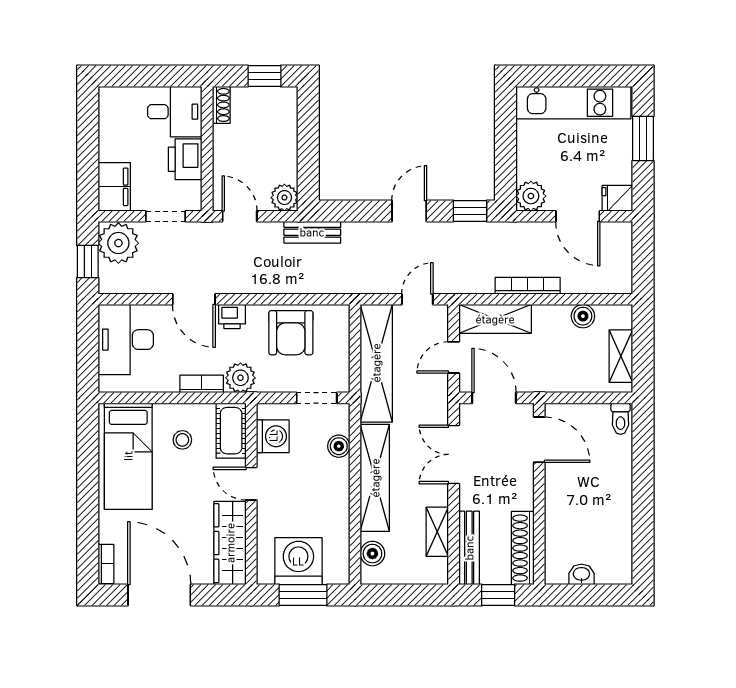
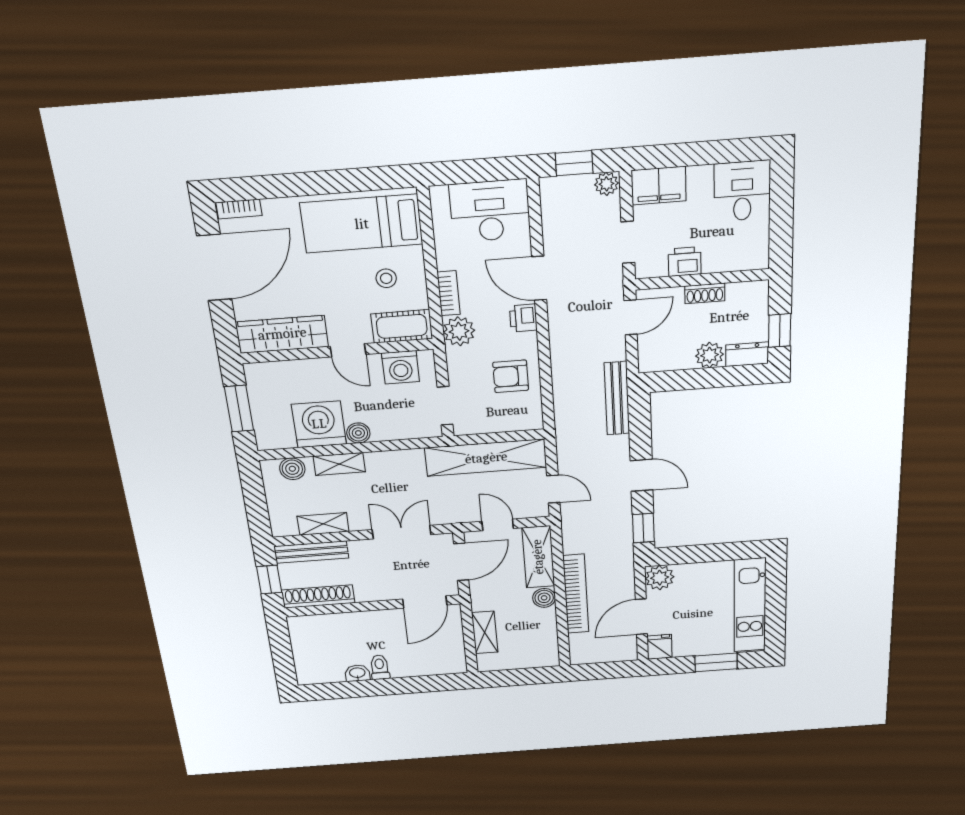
shoe rack: (221, 105) -> (705, 293), moved
dresser: (287, 107) -> (747, 354), added
desk: (175, 112) -> (742, 191), moved, turned 180
printer: (185, 159) -> (685, 262), width x0.73, depth x0.81
plant: (284, 198) -> (710, 355), moved
bench: (312, 232) -> (617, 398), width x1.36
plant: (118, 243) -> (606, 184), width x0.53, depth x0.53
bookcase: (528, 286) -> (576, 594), width x1.48, depth x1.31
door: (194, 299) -> (539, 278), hinge flipped
boiler: (583, 316) -> (544, 598), moved
armchair: (291, 333) -> (511, 376), width x0.72, depth x0.72
shelving: (621, 356) -> (485, 632), moved, turned 90
toilet: (621, 419) -> (380, 667), moved, turned 90
boiler: (339, 446) -> (358, 433), moved
shelving: (375, 478) -> (339, 464), width x0.45, depth x0.75
door: (251, 484) -> (348, 350), swing flipped
washing machine: (298, 561) -> (319, 424), moved, turned -90
washbasin: (581, 574) -> (357, 673), moved, turned -90

